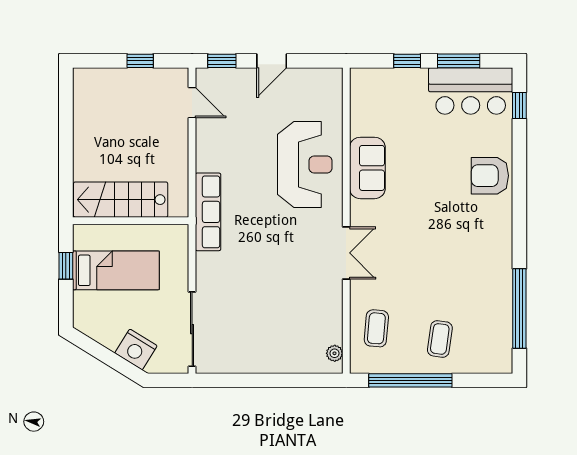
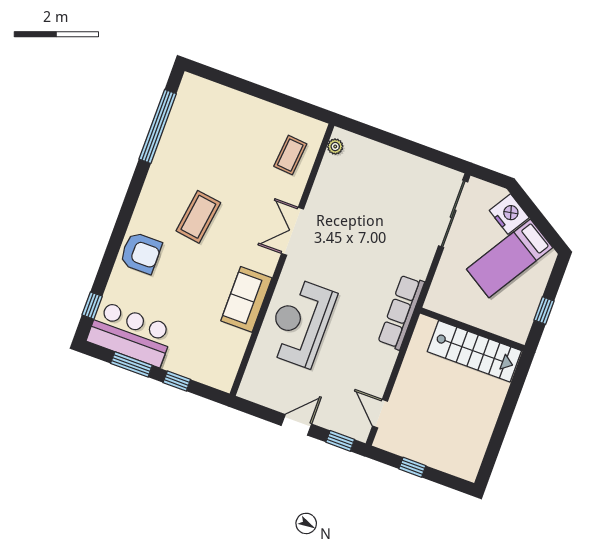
bed: (116, 270) -> (510, 258), moved, turned -58
coffee table: (440, 339) -> (198, 217), moved, width x1.36, depth x1.30
window: (410, 380) -> (277, 98), removed

